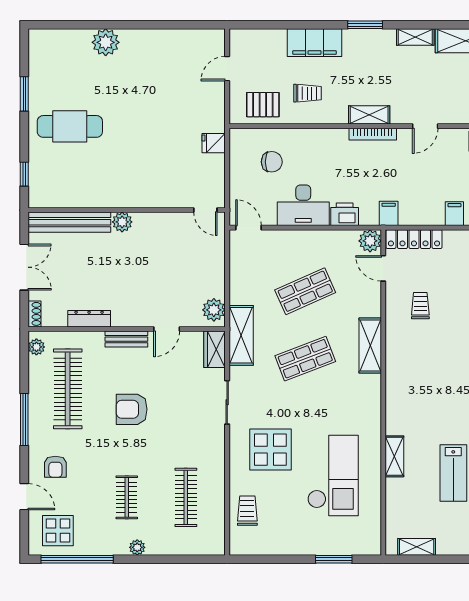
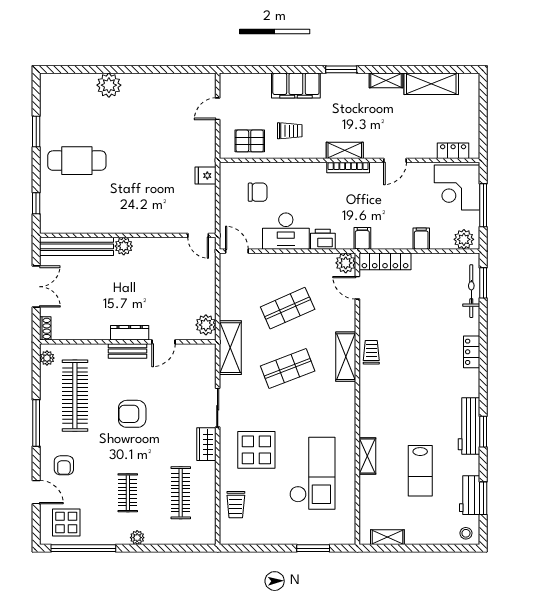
trolley: (420, 306) -> (371, 352), moved
dresser: (89, 319) -> (130, 333), moved
wardrobe: (215, 349) -> (206, 444), moved
trolley: (247, 511) -> (236, 505), turned 180

